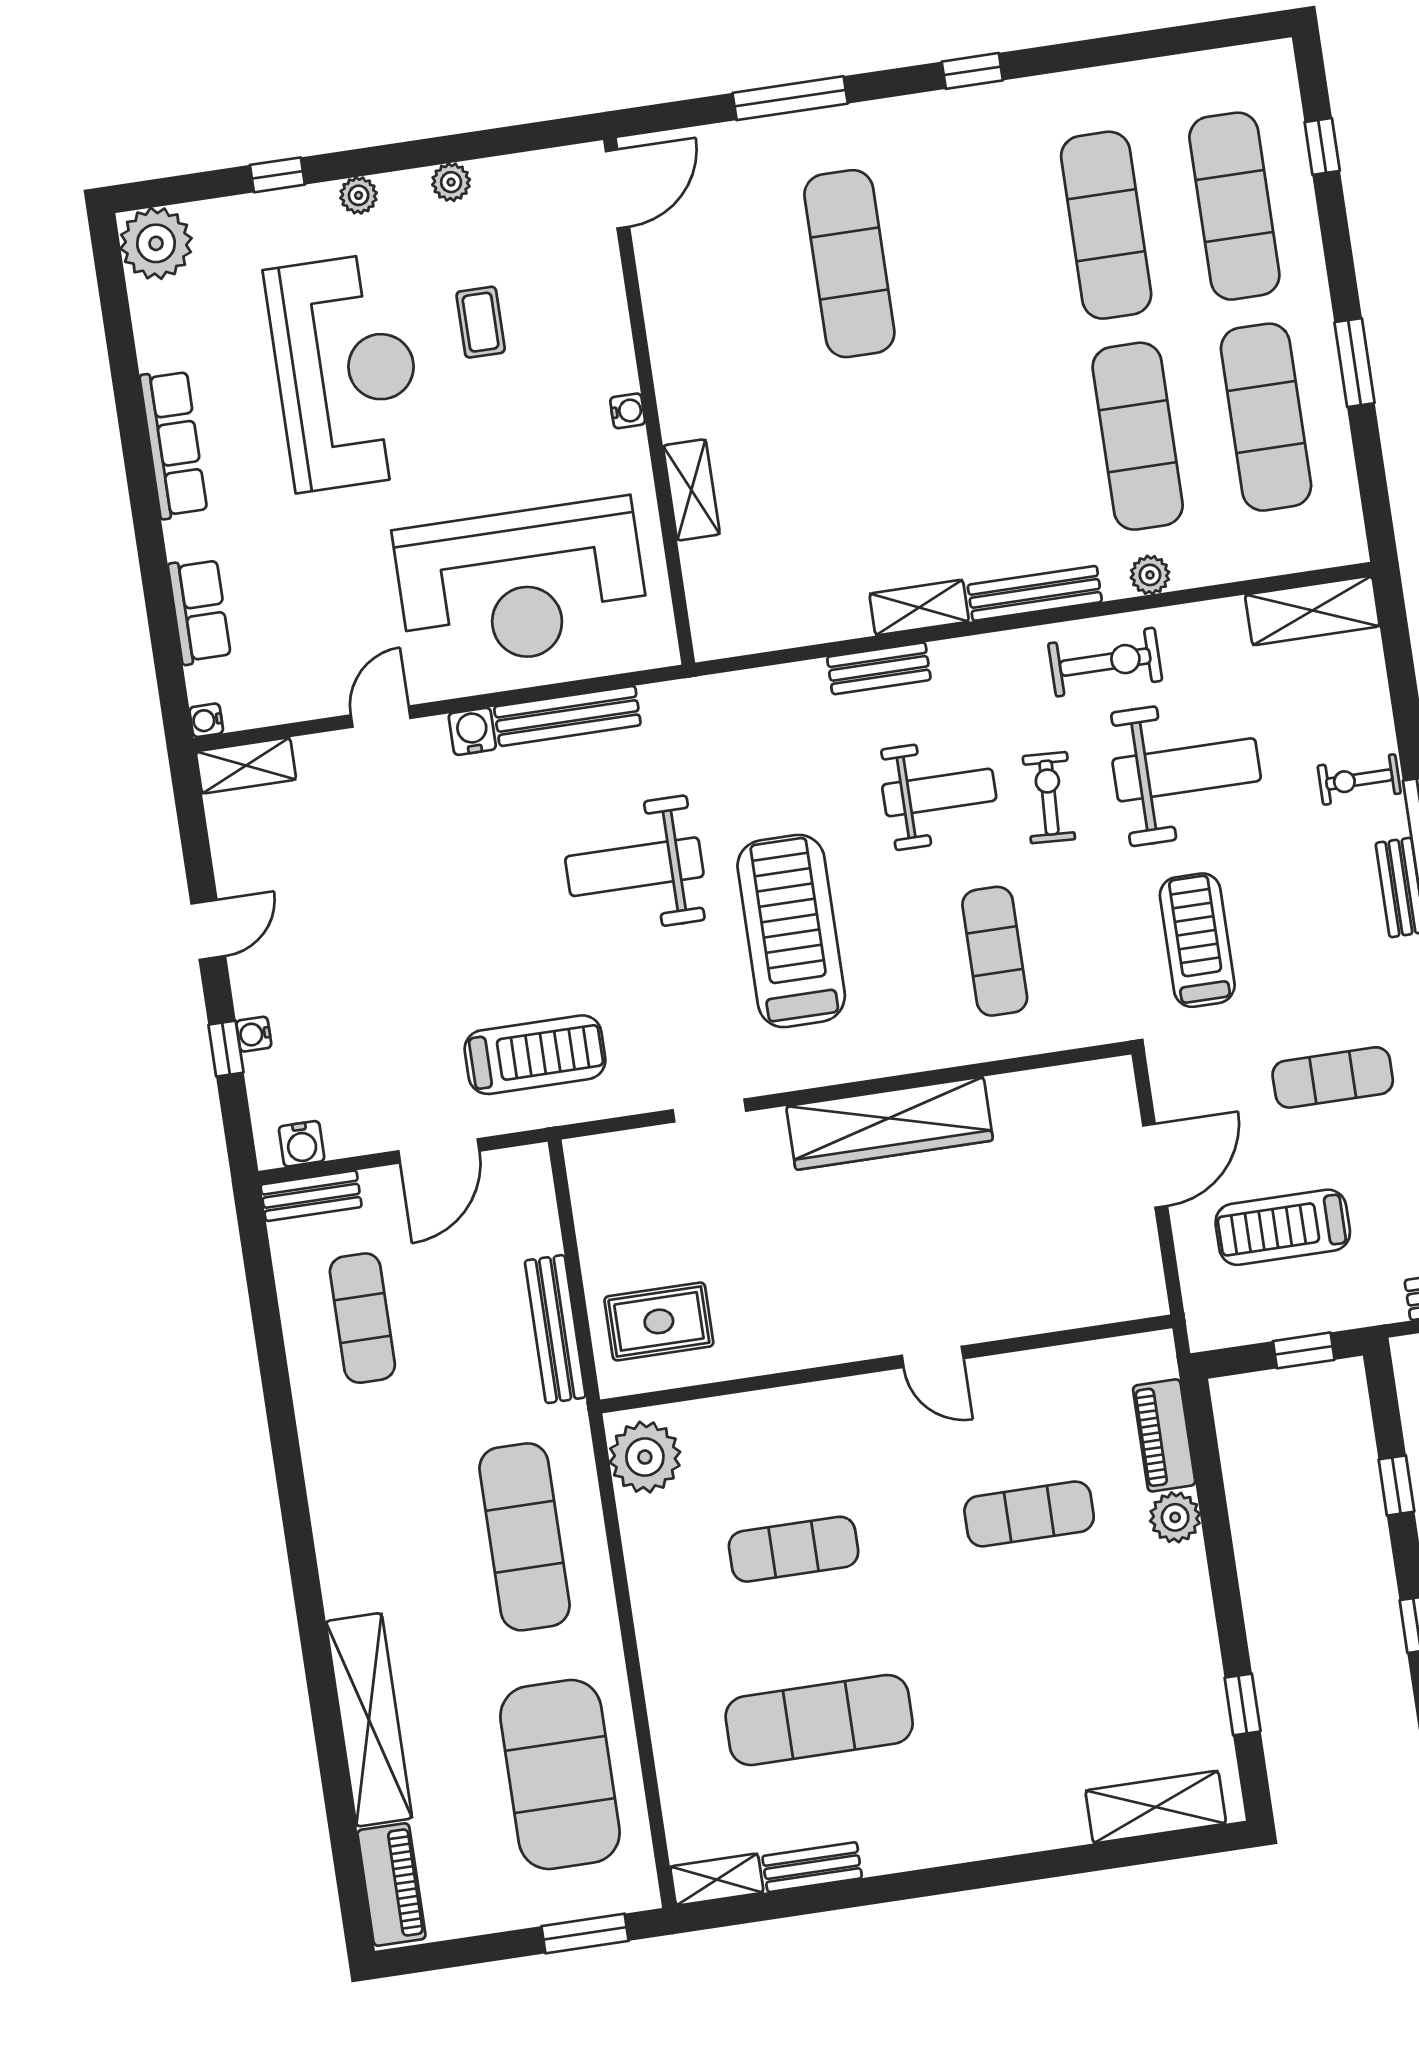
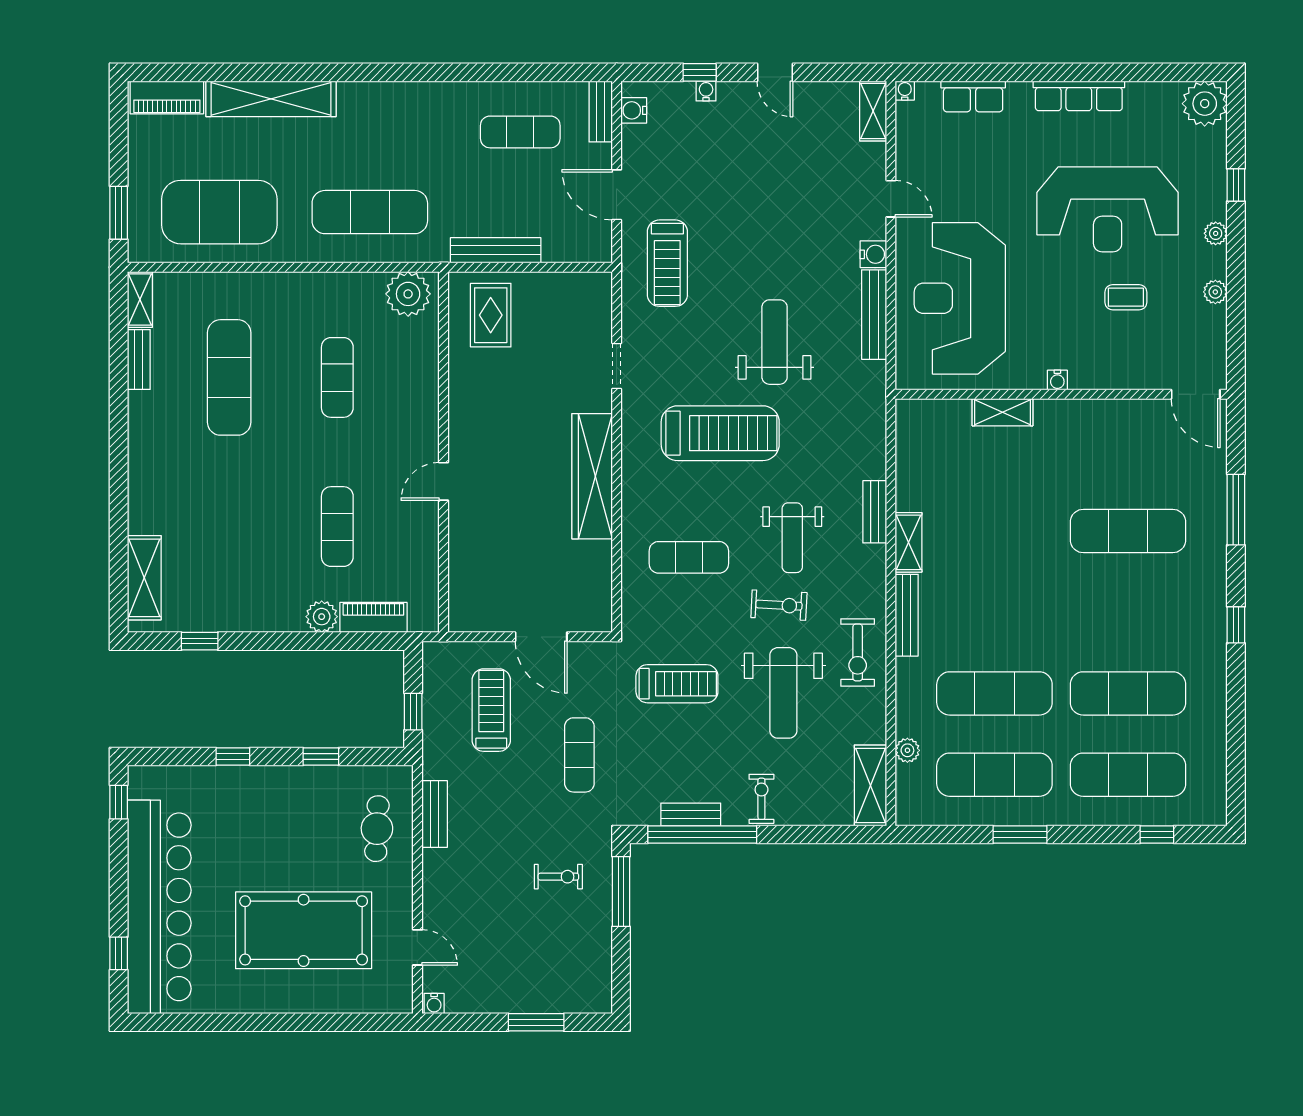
plant: (1150, 575) -> (907, 750), moved

